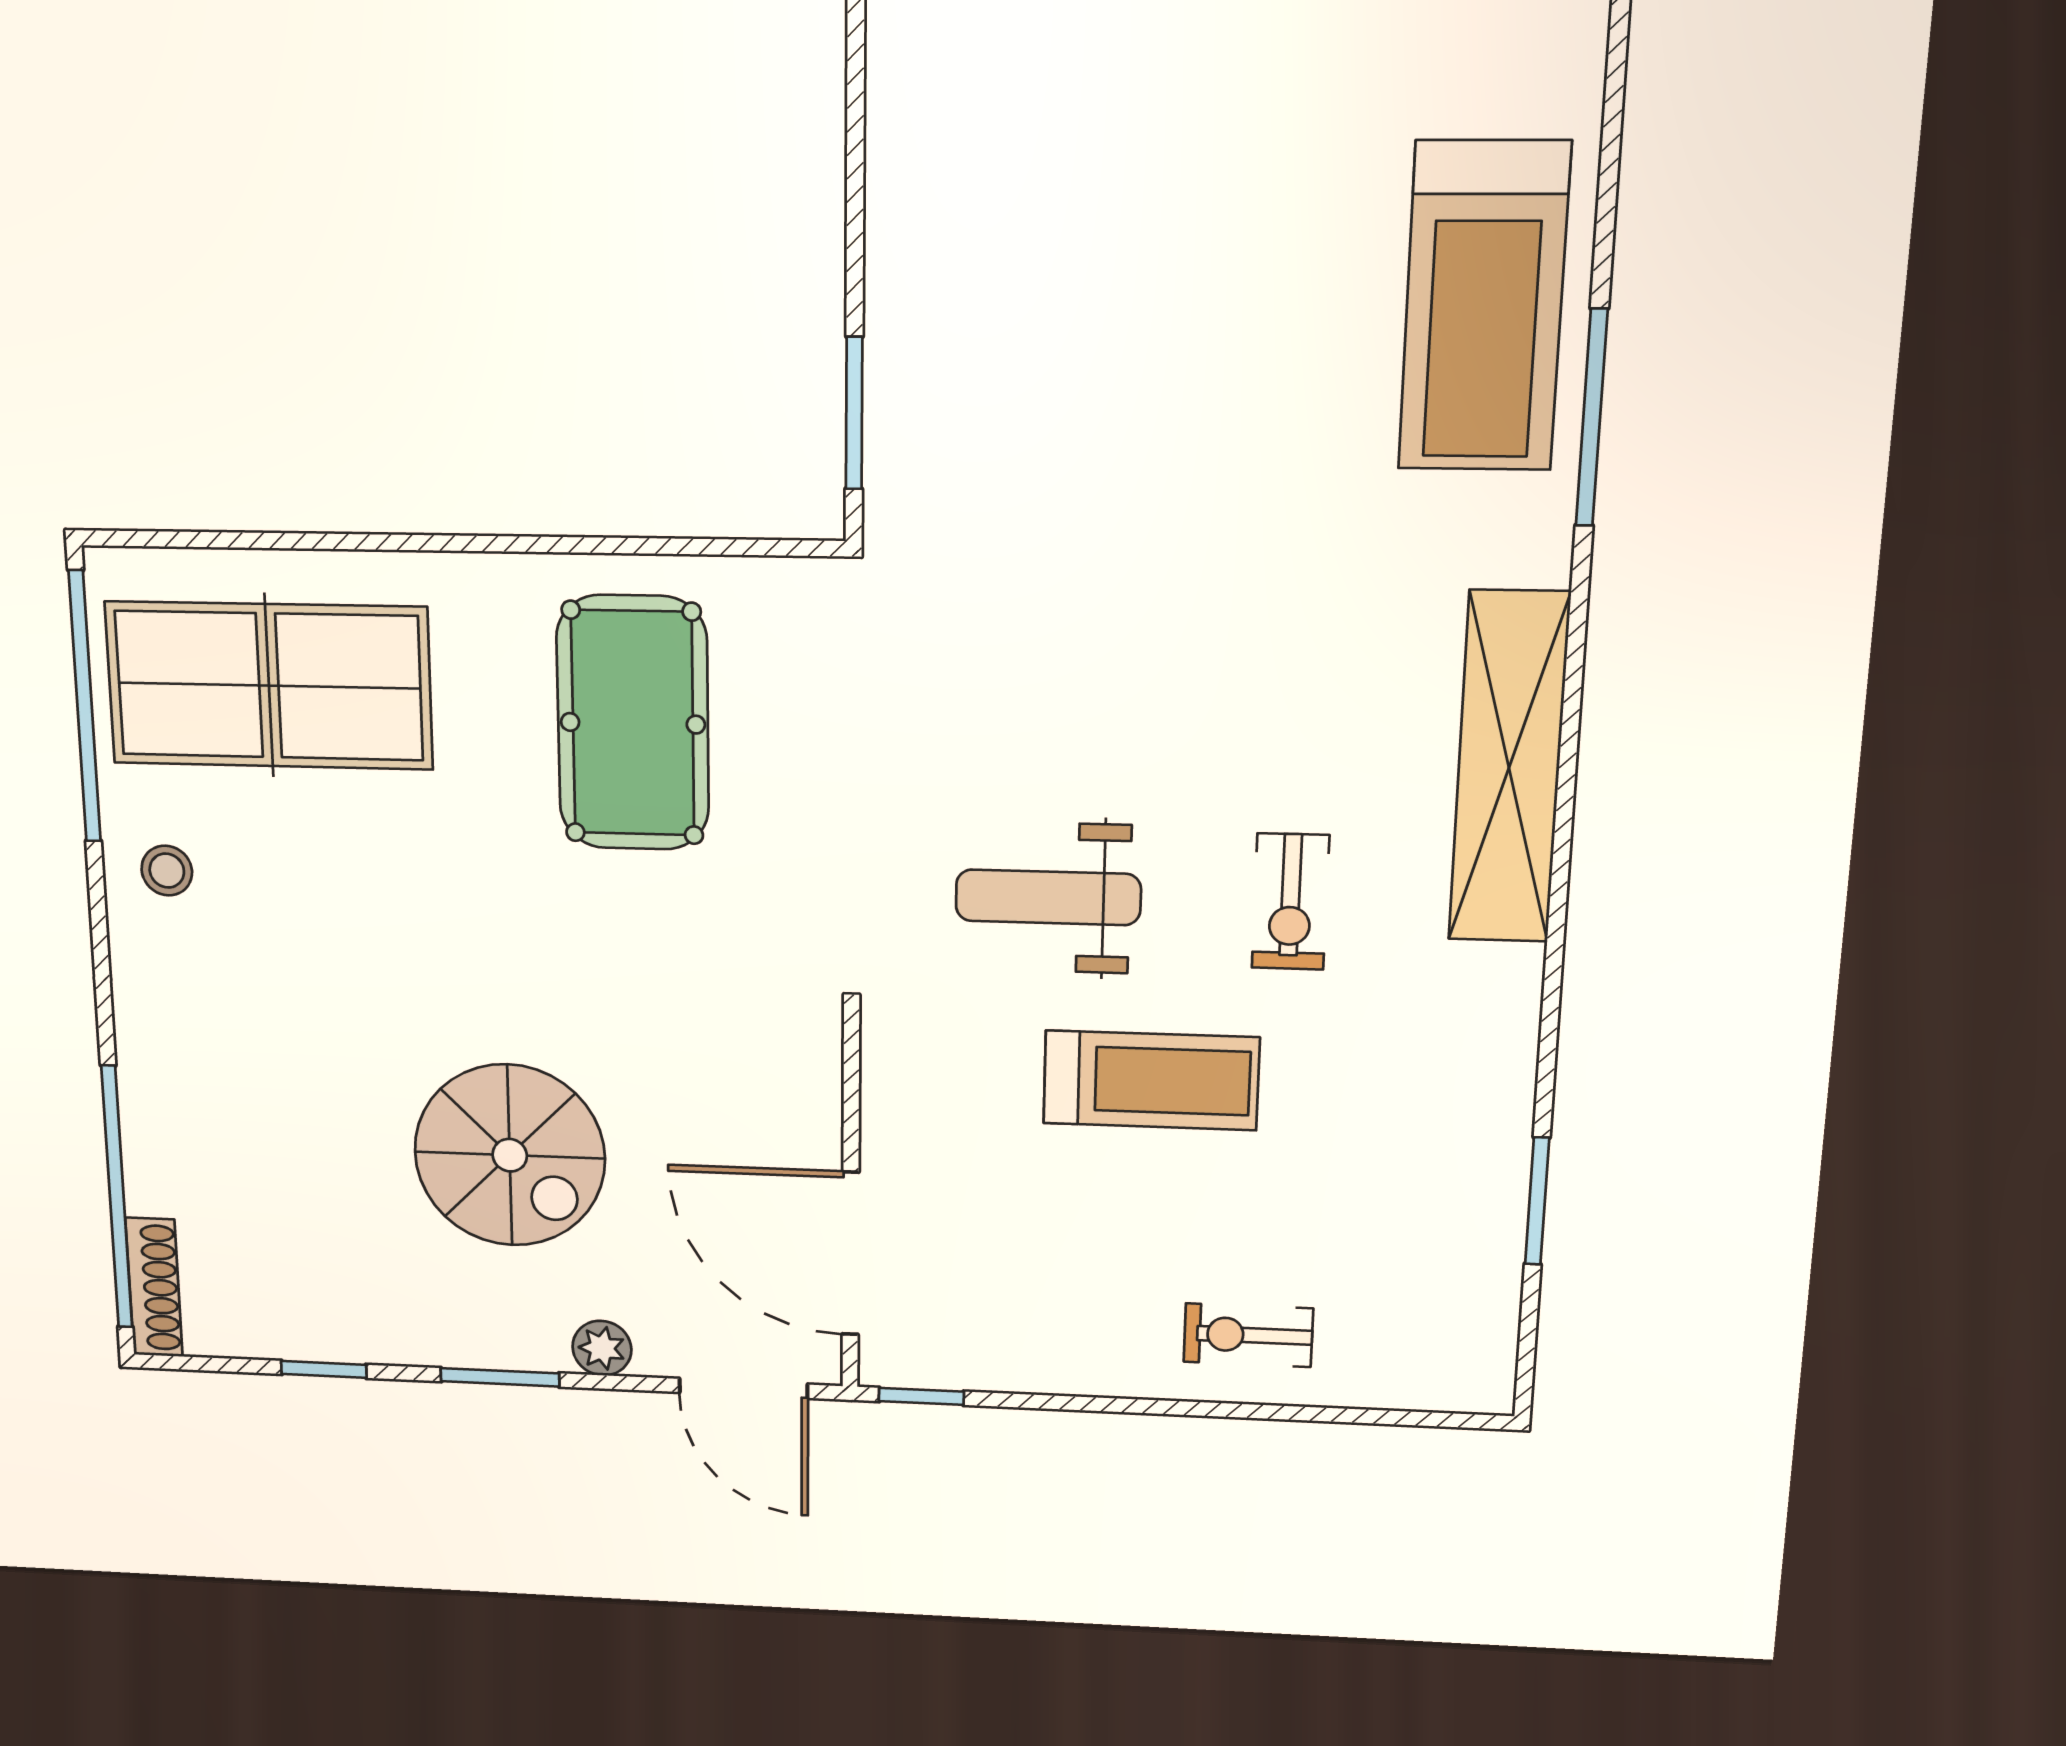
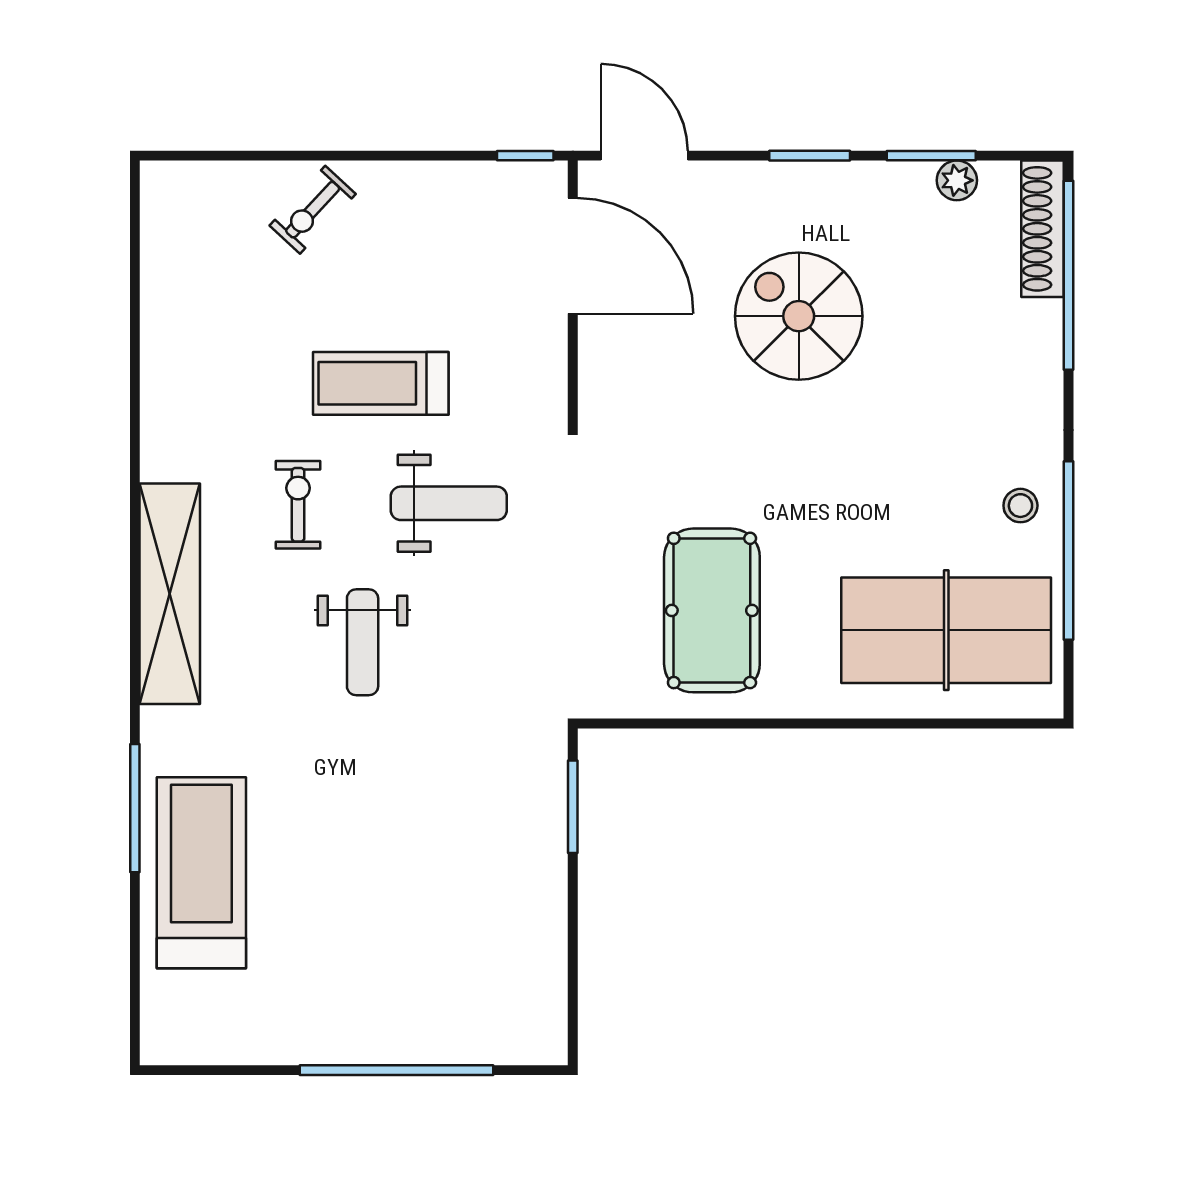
weight bench: (1194, 684) -> (363, 642), added
window: (85, 707) -> (1069, 551), moved
window: (1537, 1201) -> (135, 311), removed
shoe rack: (154, 1287) -> (1043, 229), width x1.36, depth x1.24
exercise bike: (1248, 1335) -> (313, 210), turned 133
plant: (602, 1348) -> (957, 180), moved
window: (324, 1369) -> (931, 156), width x1.50

